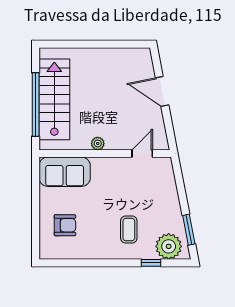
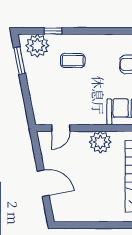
plant: (98, 143) -> (100, 142), width x1.87, depth x1.87
coffee table: (129, 230) -> (73, 61), turned 90

